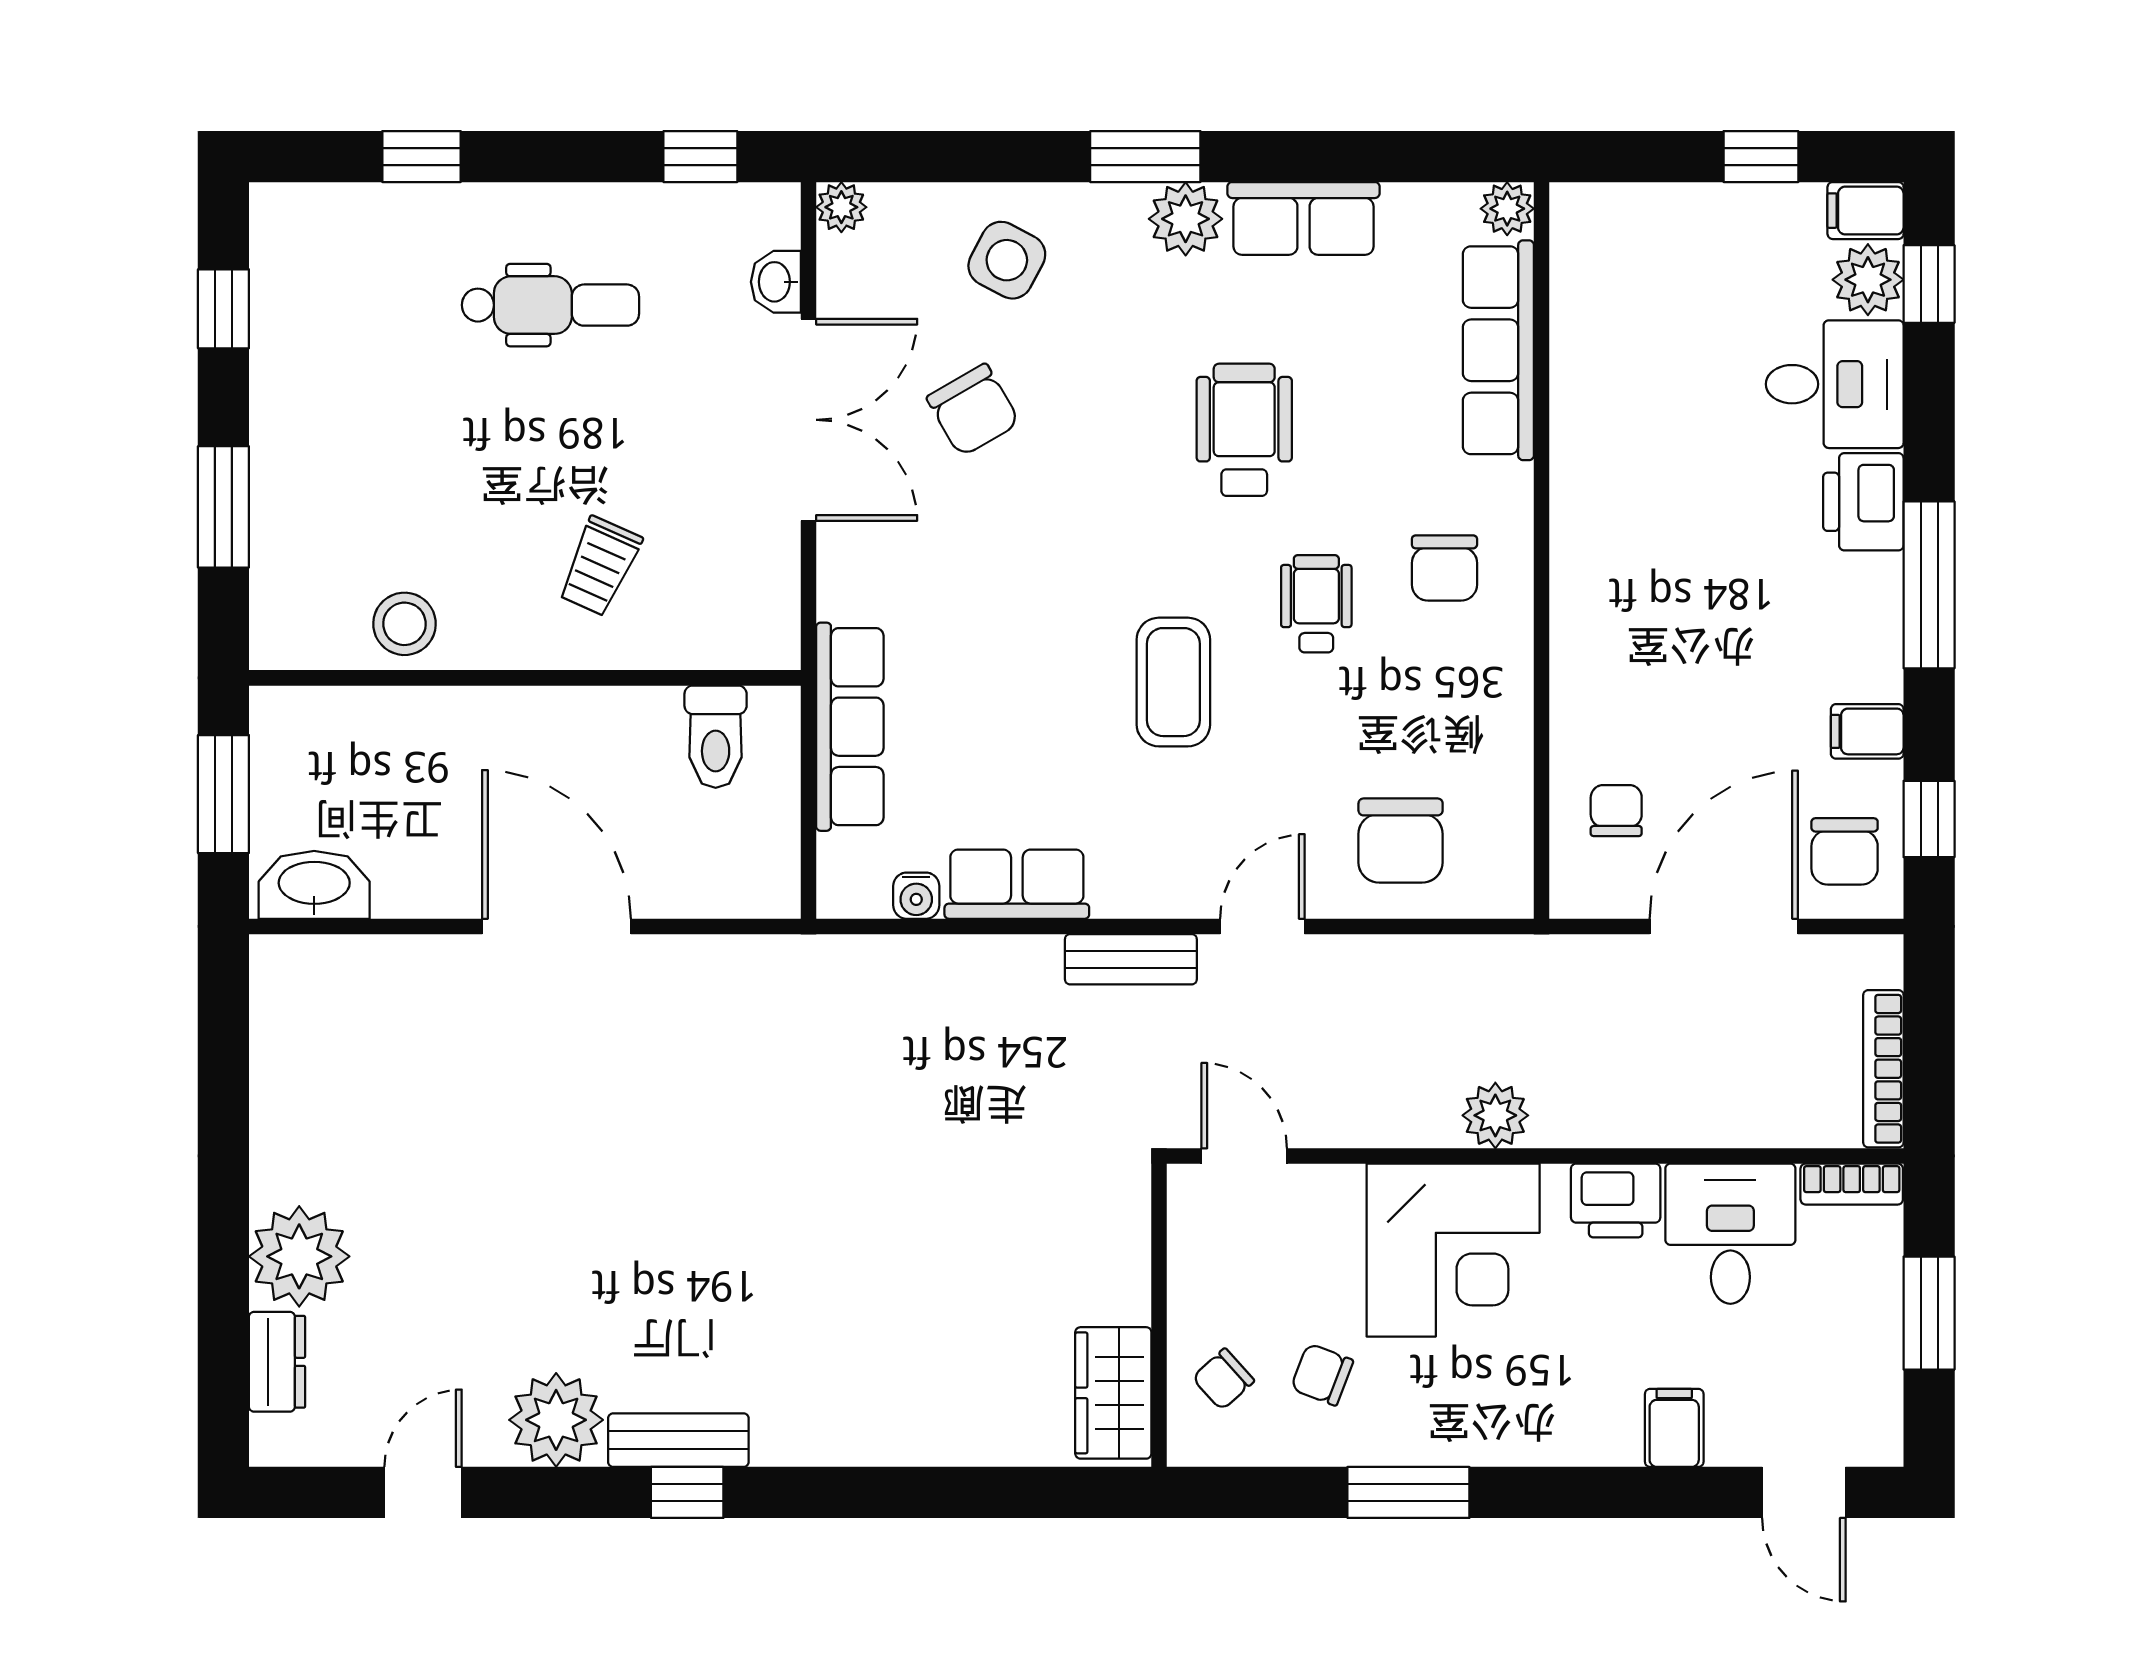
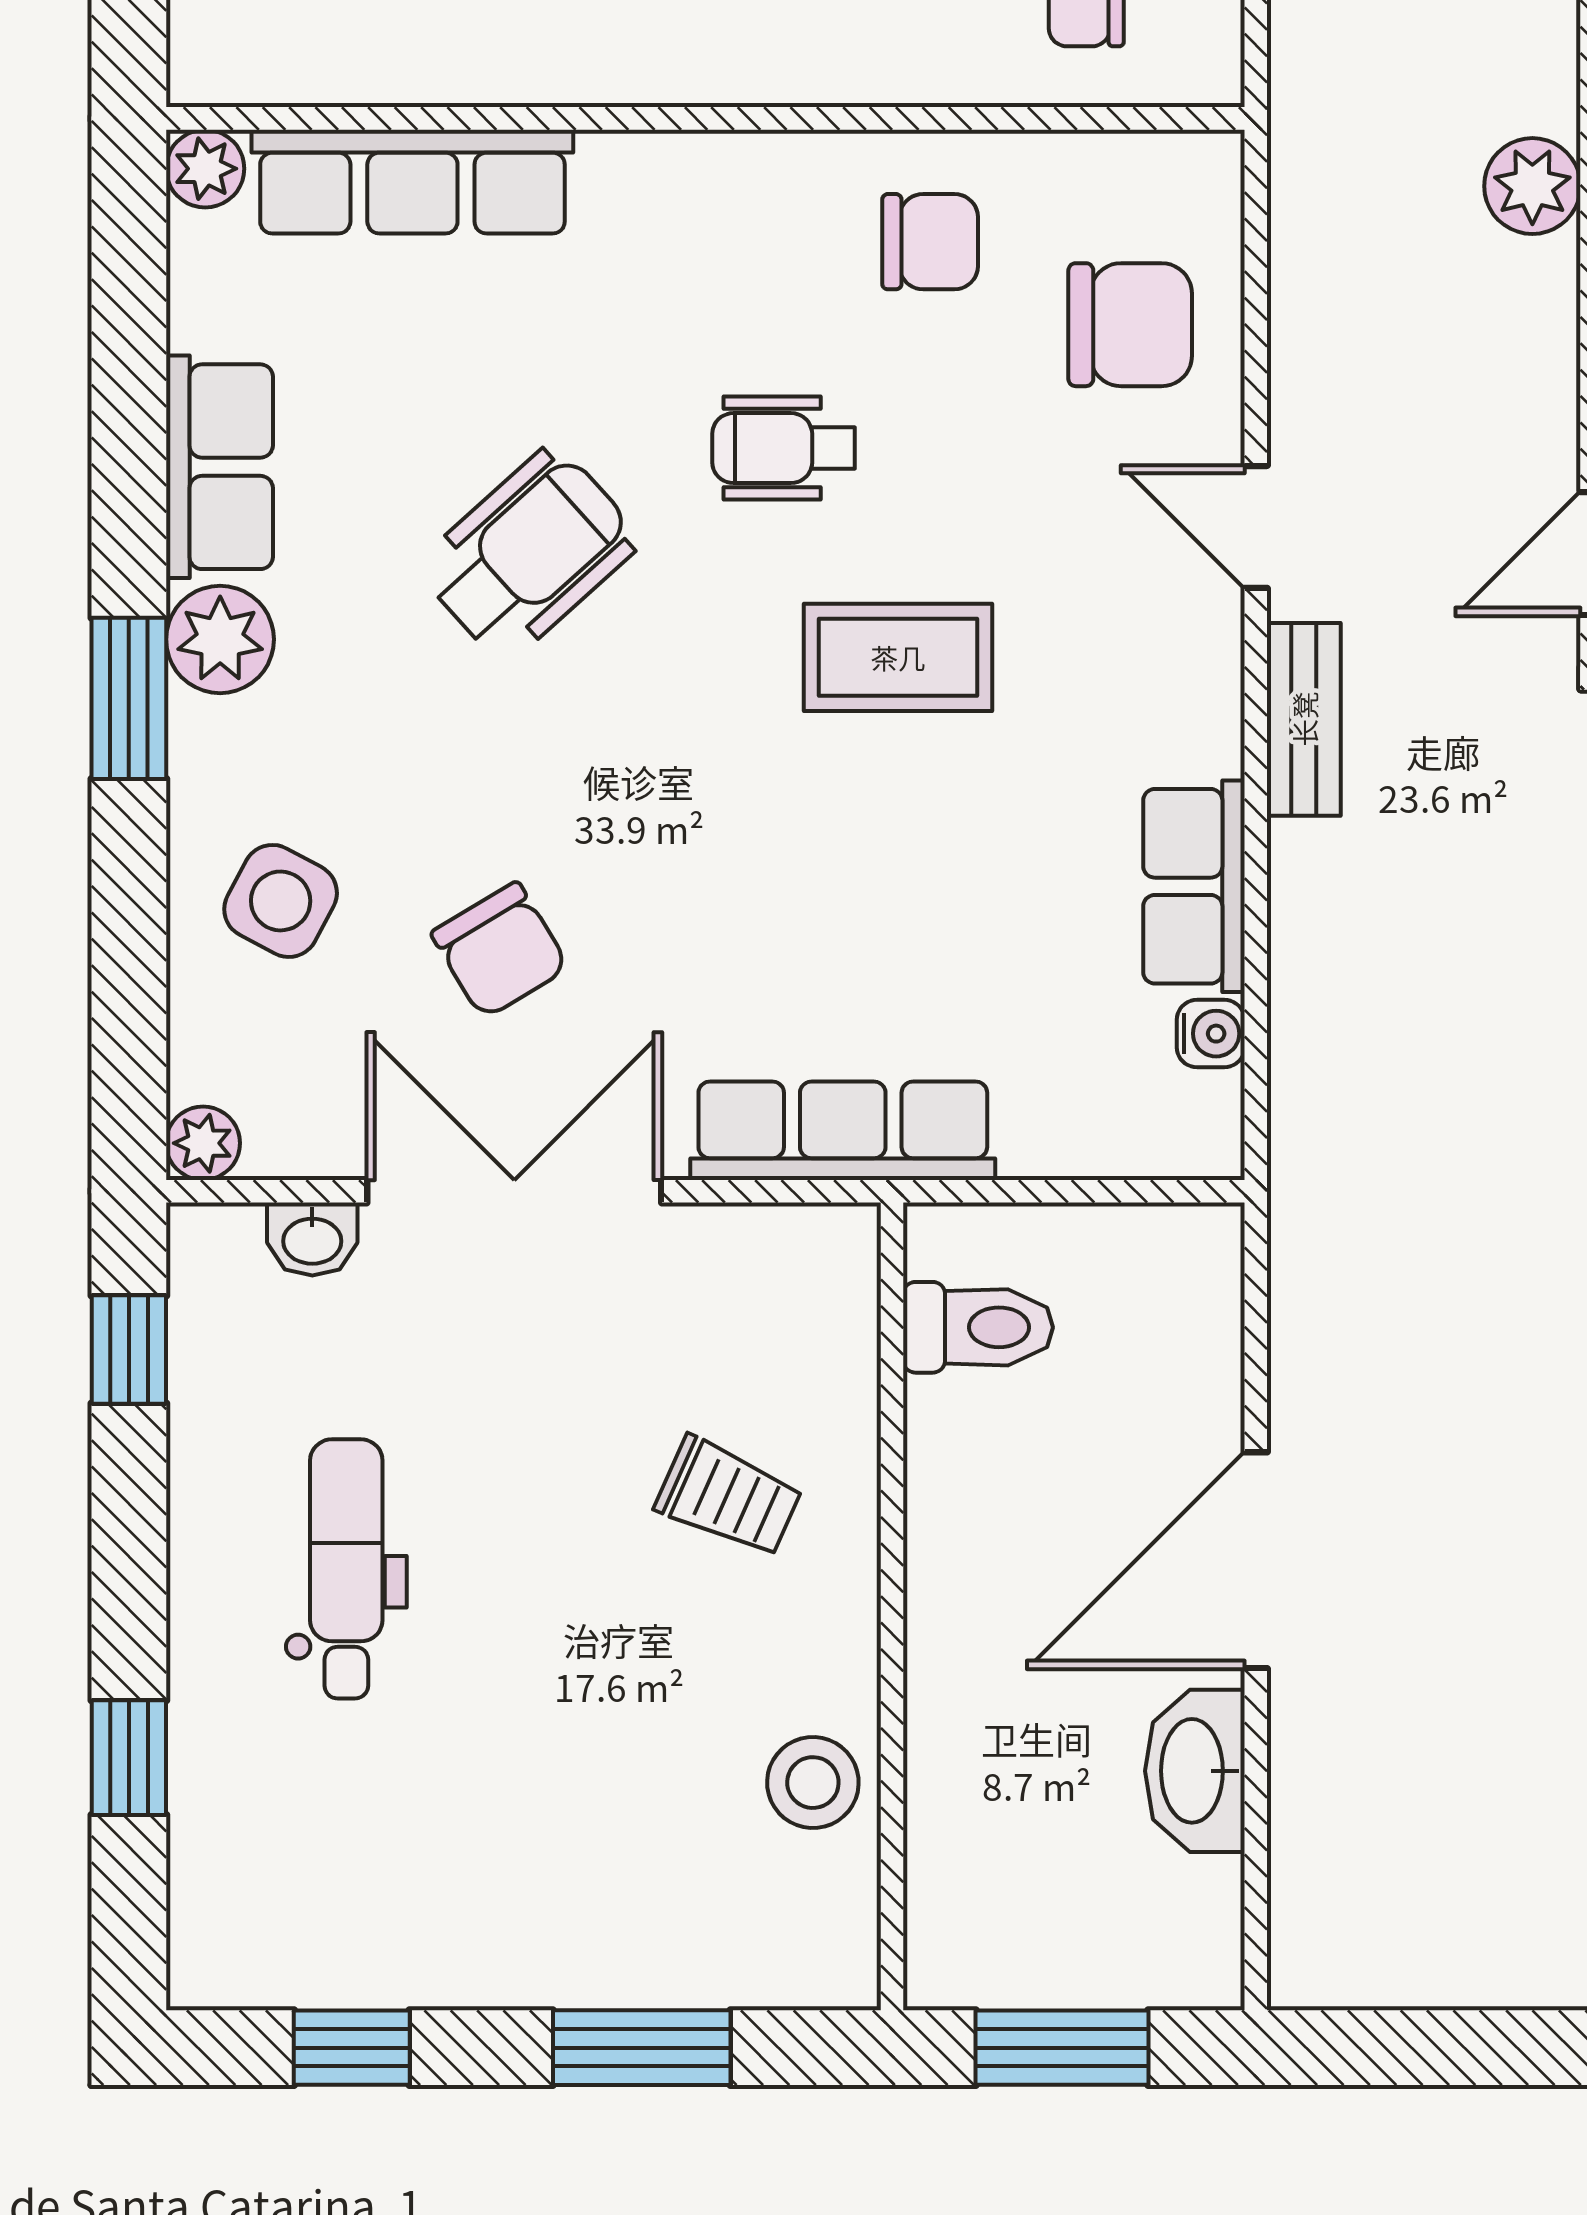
chair: (973, 410) -> (500, 950), turned 89
wheelchair: (1244, 430) -> (529, 554), turned 138
chair: (1444, 568) -> (930, 242), moved
row of seats: (850, 727) -> (843, 1131), moved
washbasin: (314, 885) -> (1195, 1771), moved

